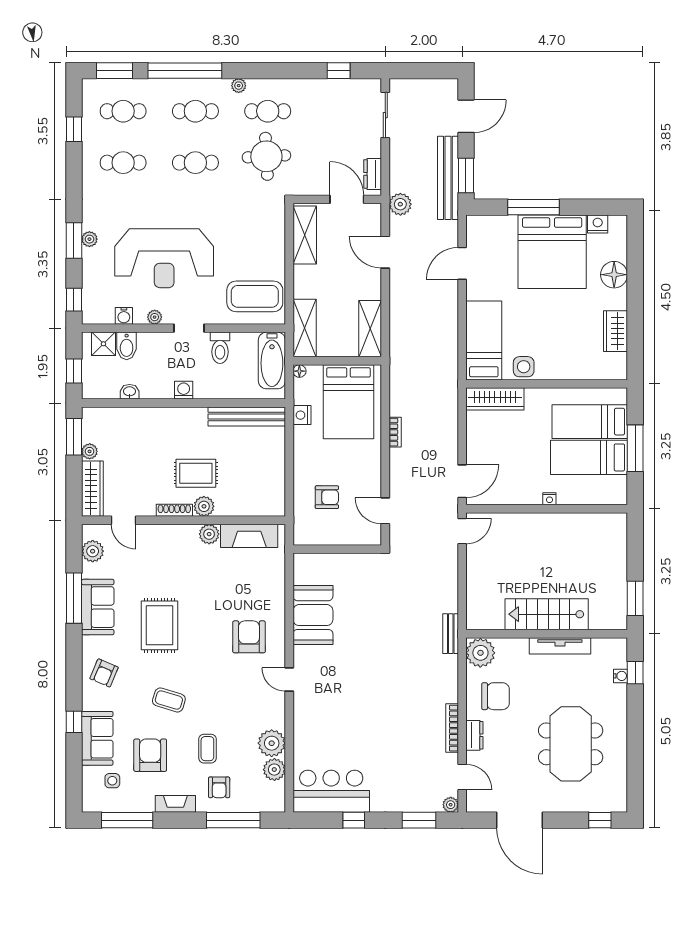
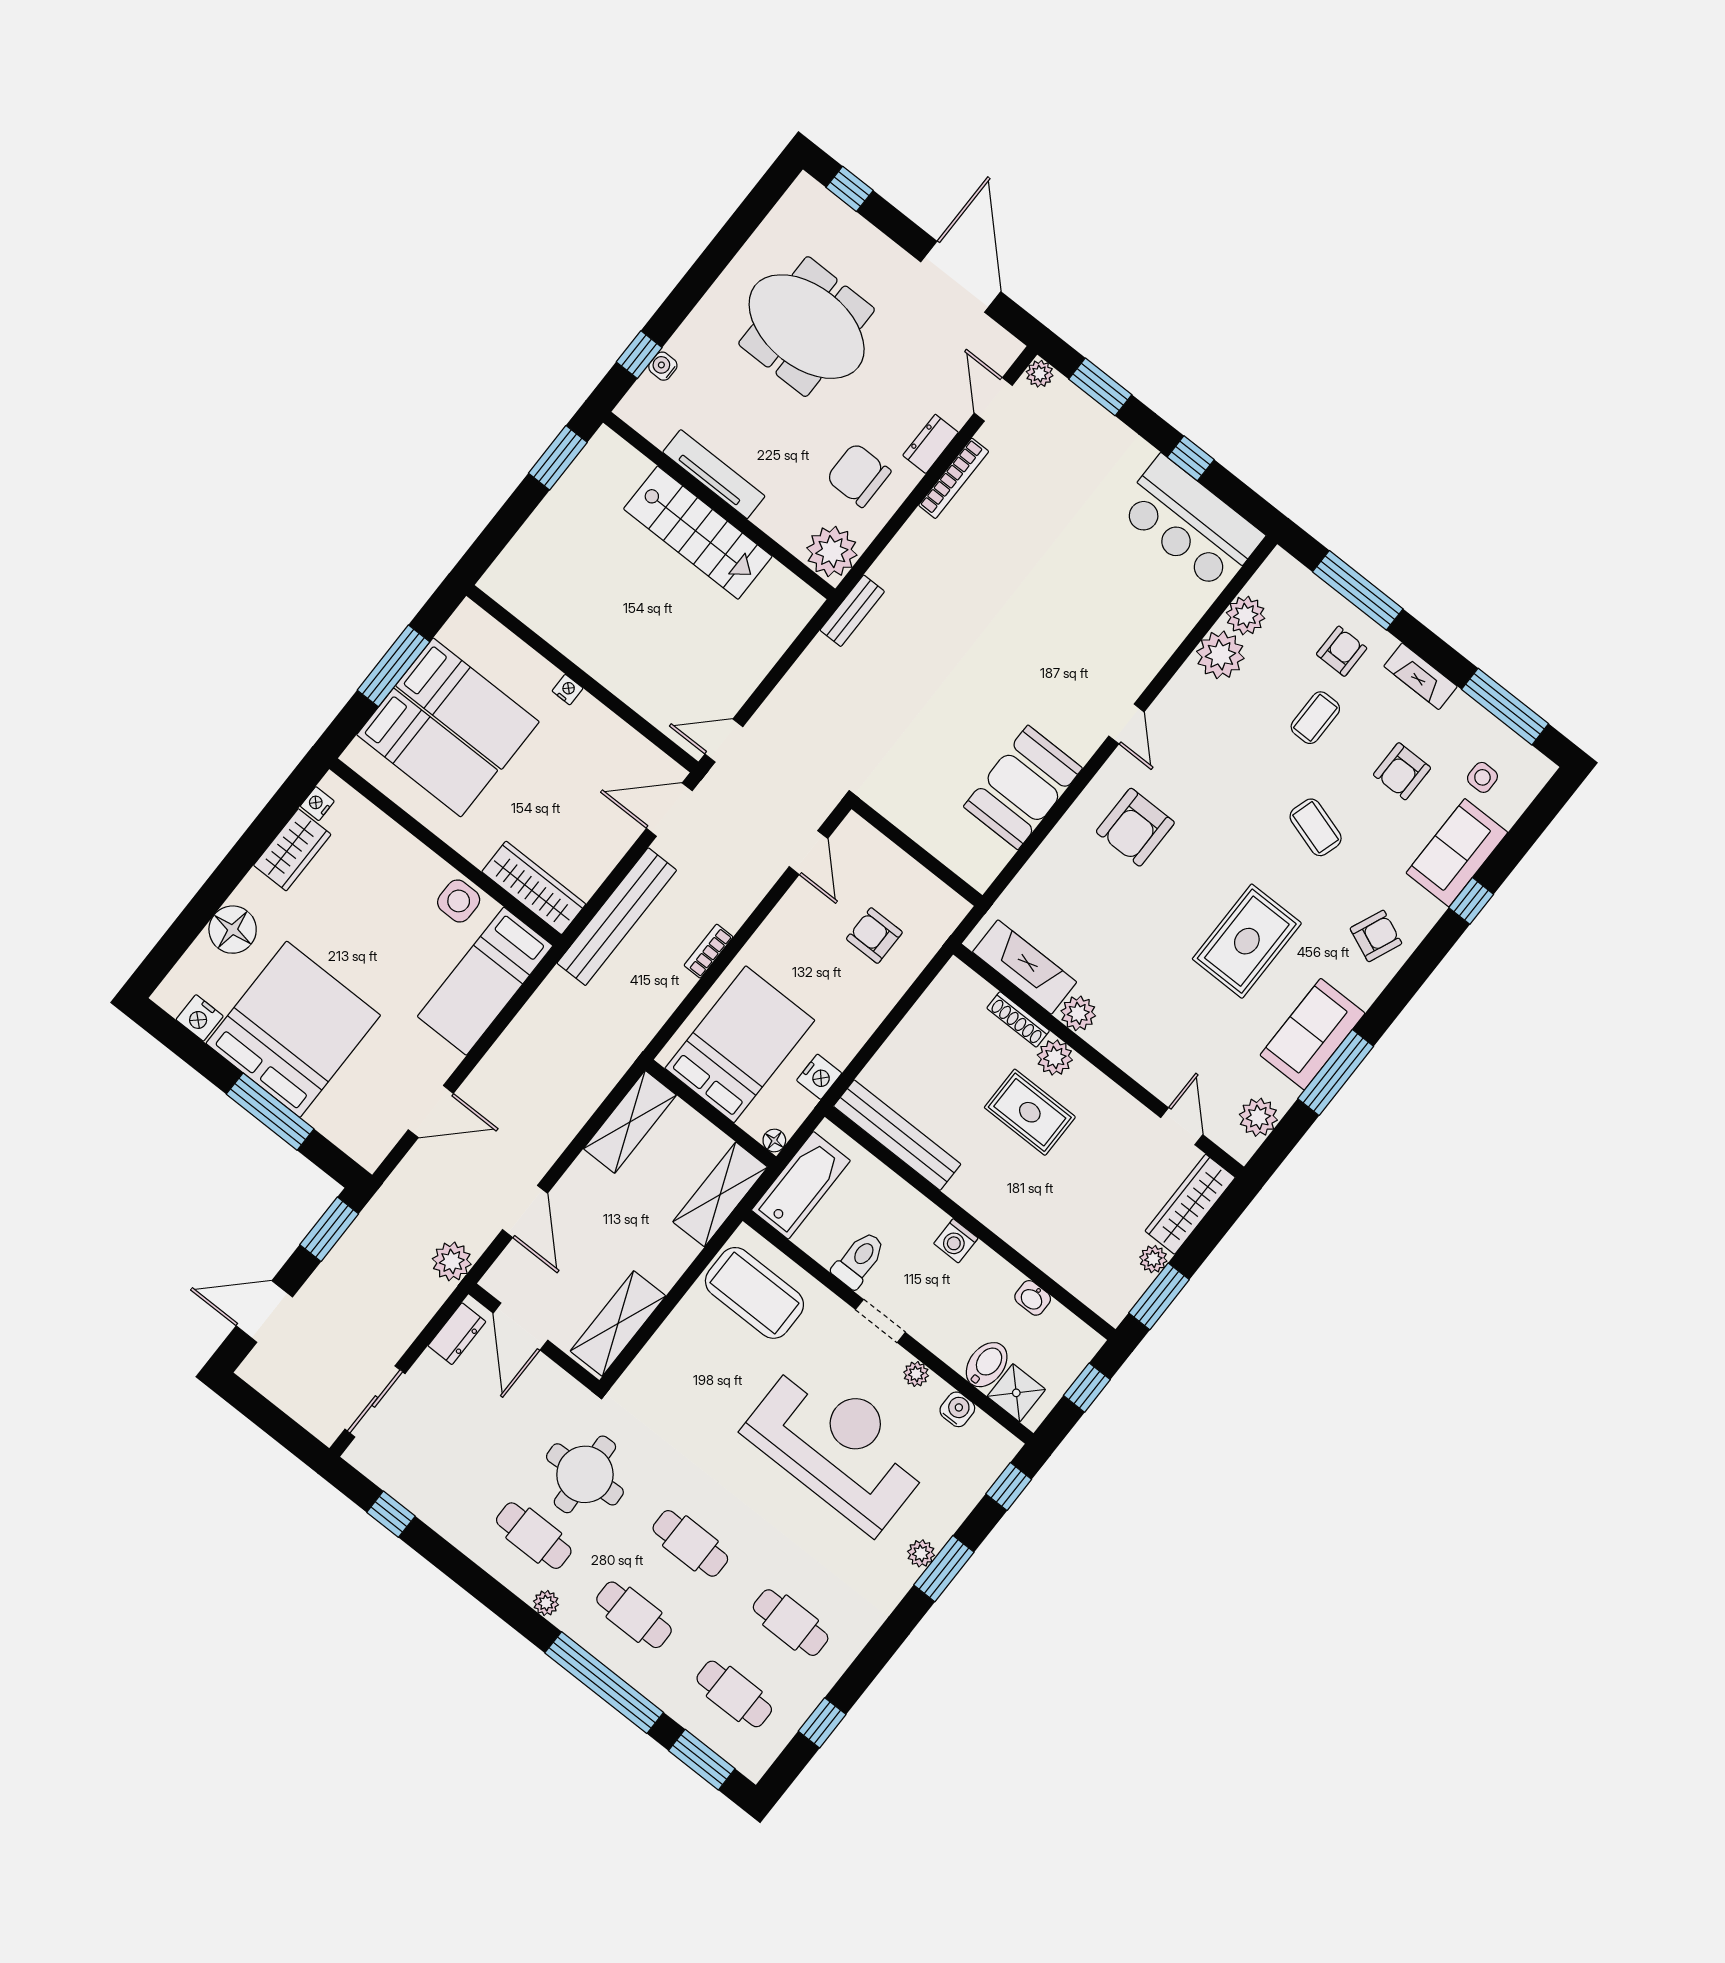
bench: (448, 178) -> (617, 917), moved
nightstand: (621, 360) -> (317, 804), added
shoe rack: (174, 510) -> (1018, 1019), moved
meeting table: (571, 744) -> (807, 327), turned 90
armchair: (150, 755) -> (1402, 771), width x0.72, depth x0.72

